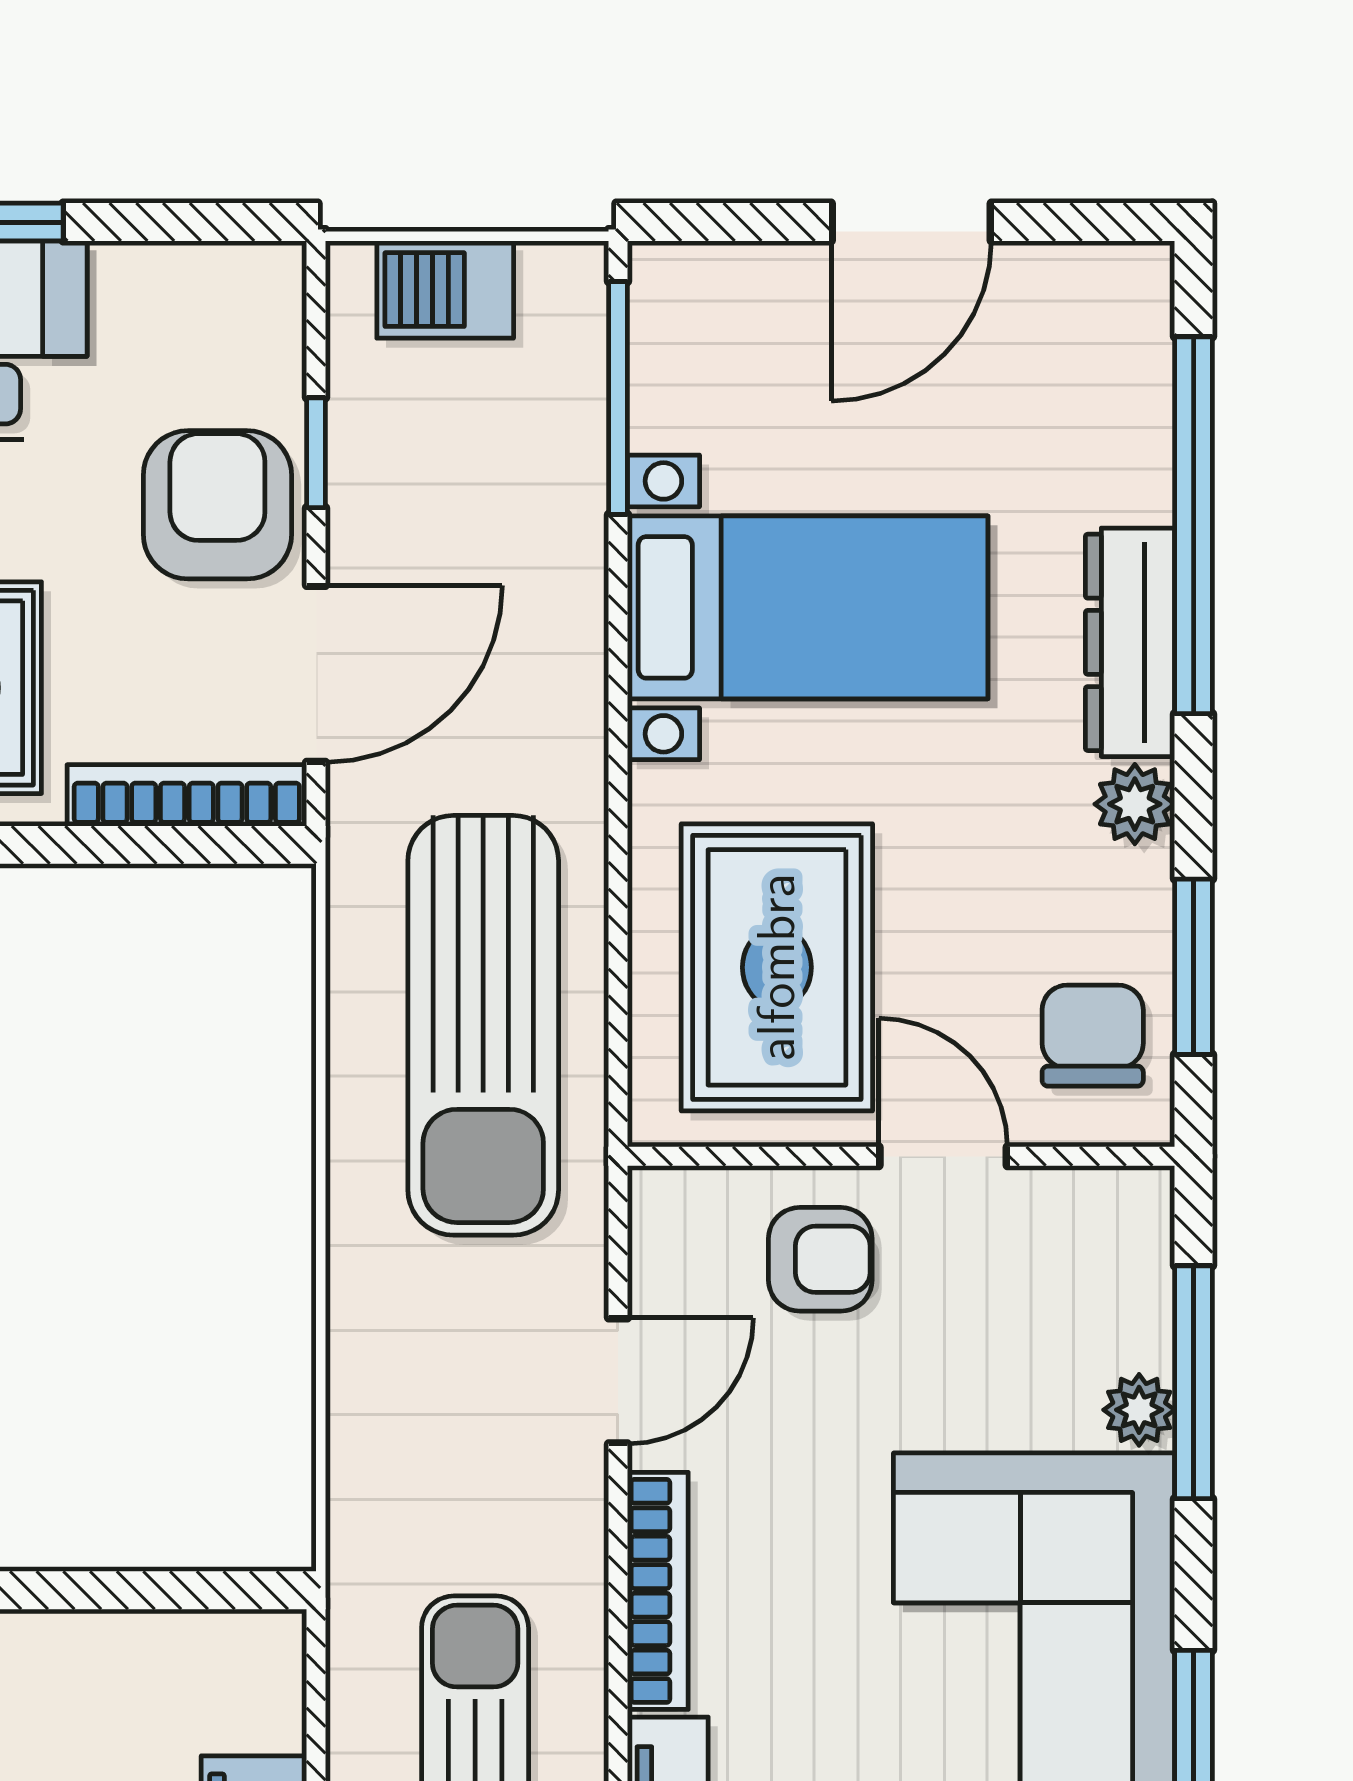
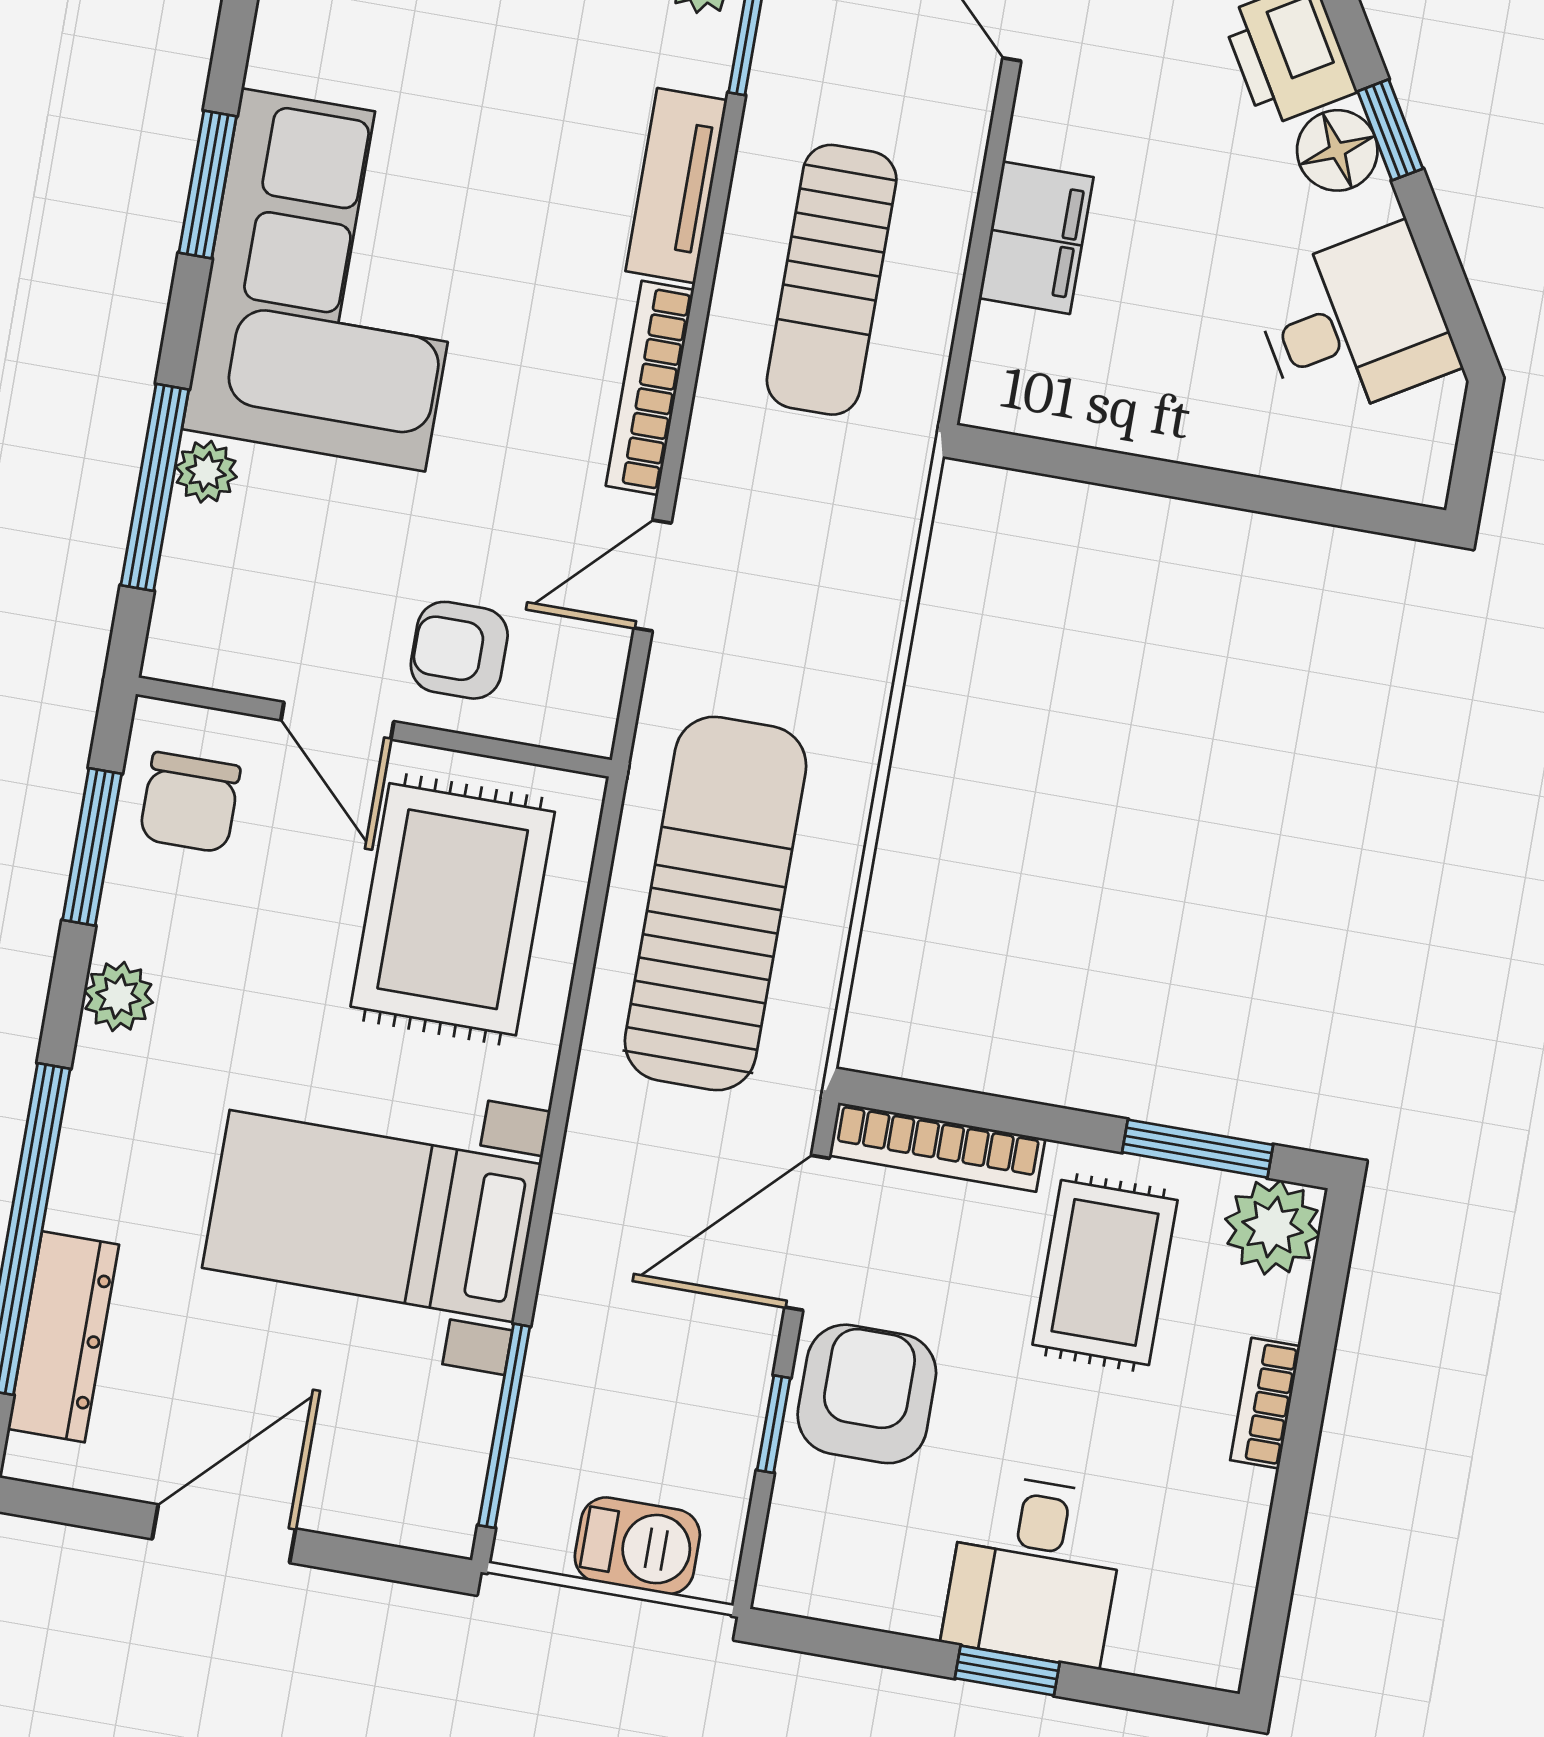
armchair: (217, 505) -> (867, 1394), turned 180
dresser: (1130, 642) -> (63, 1337), moved

